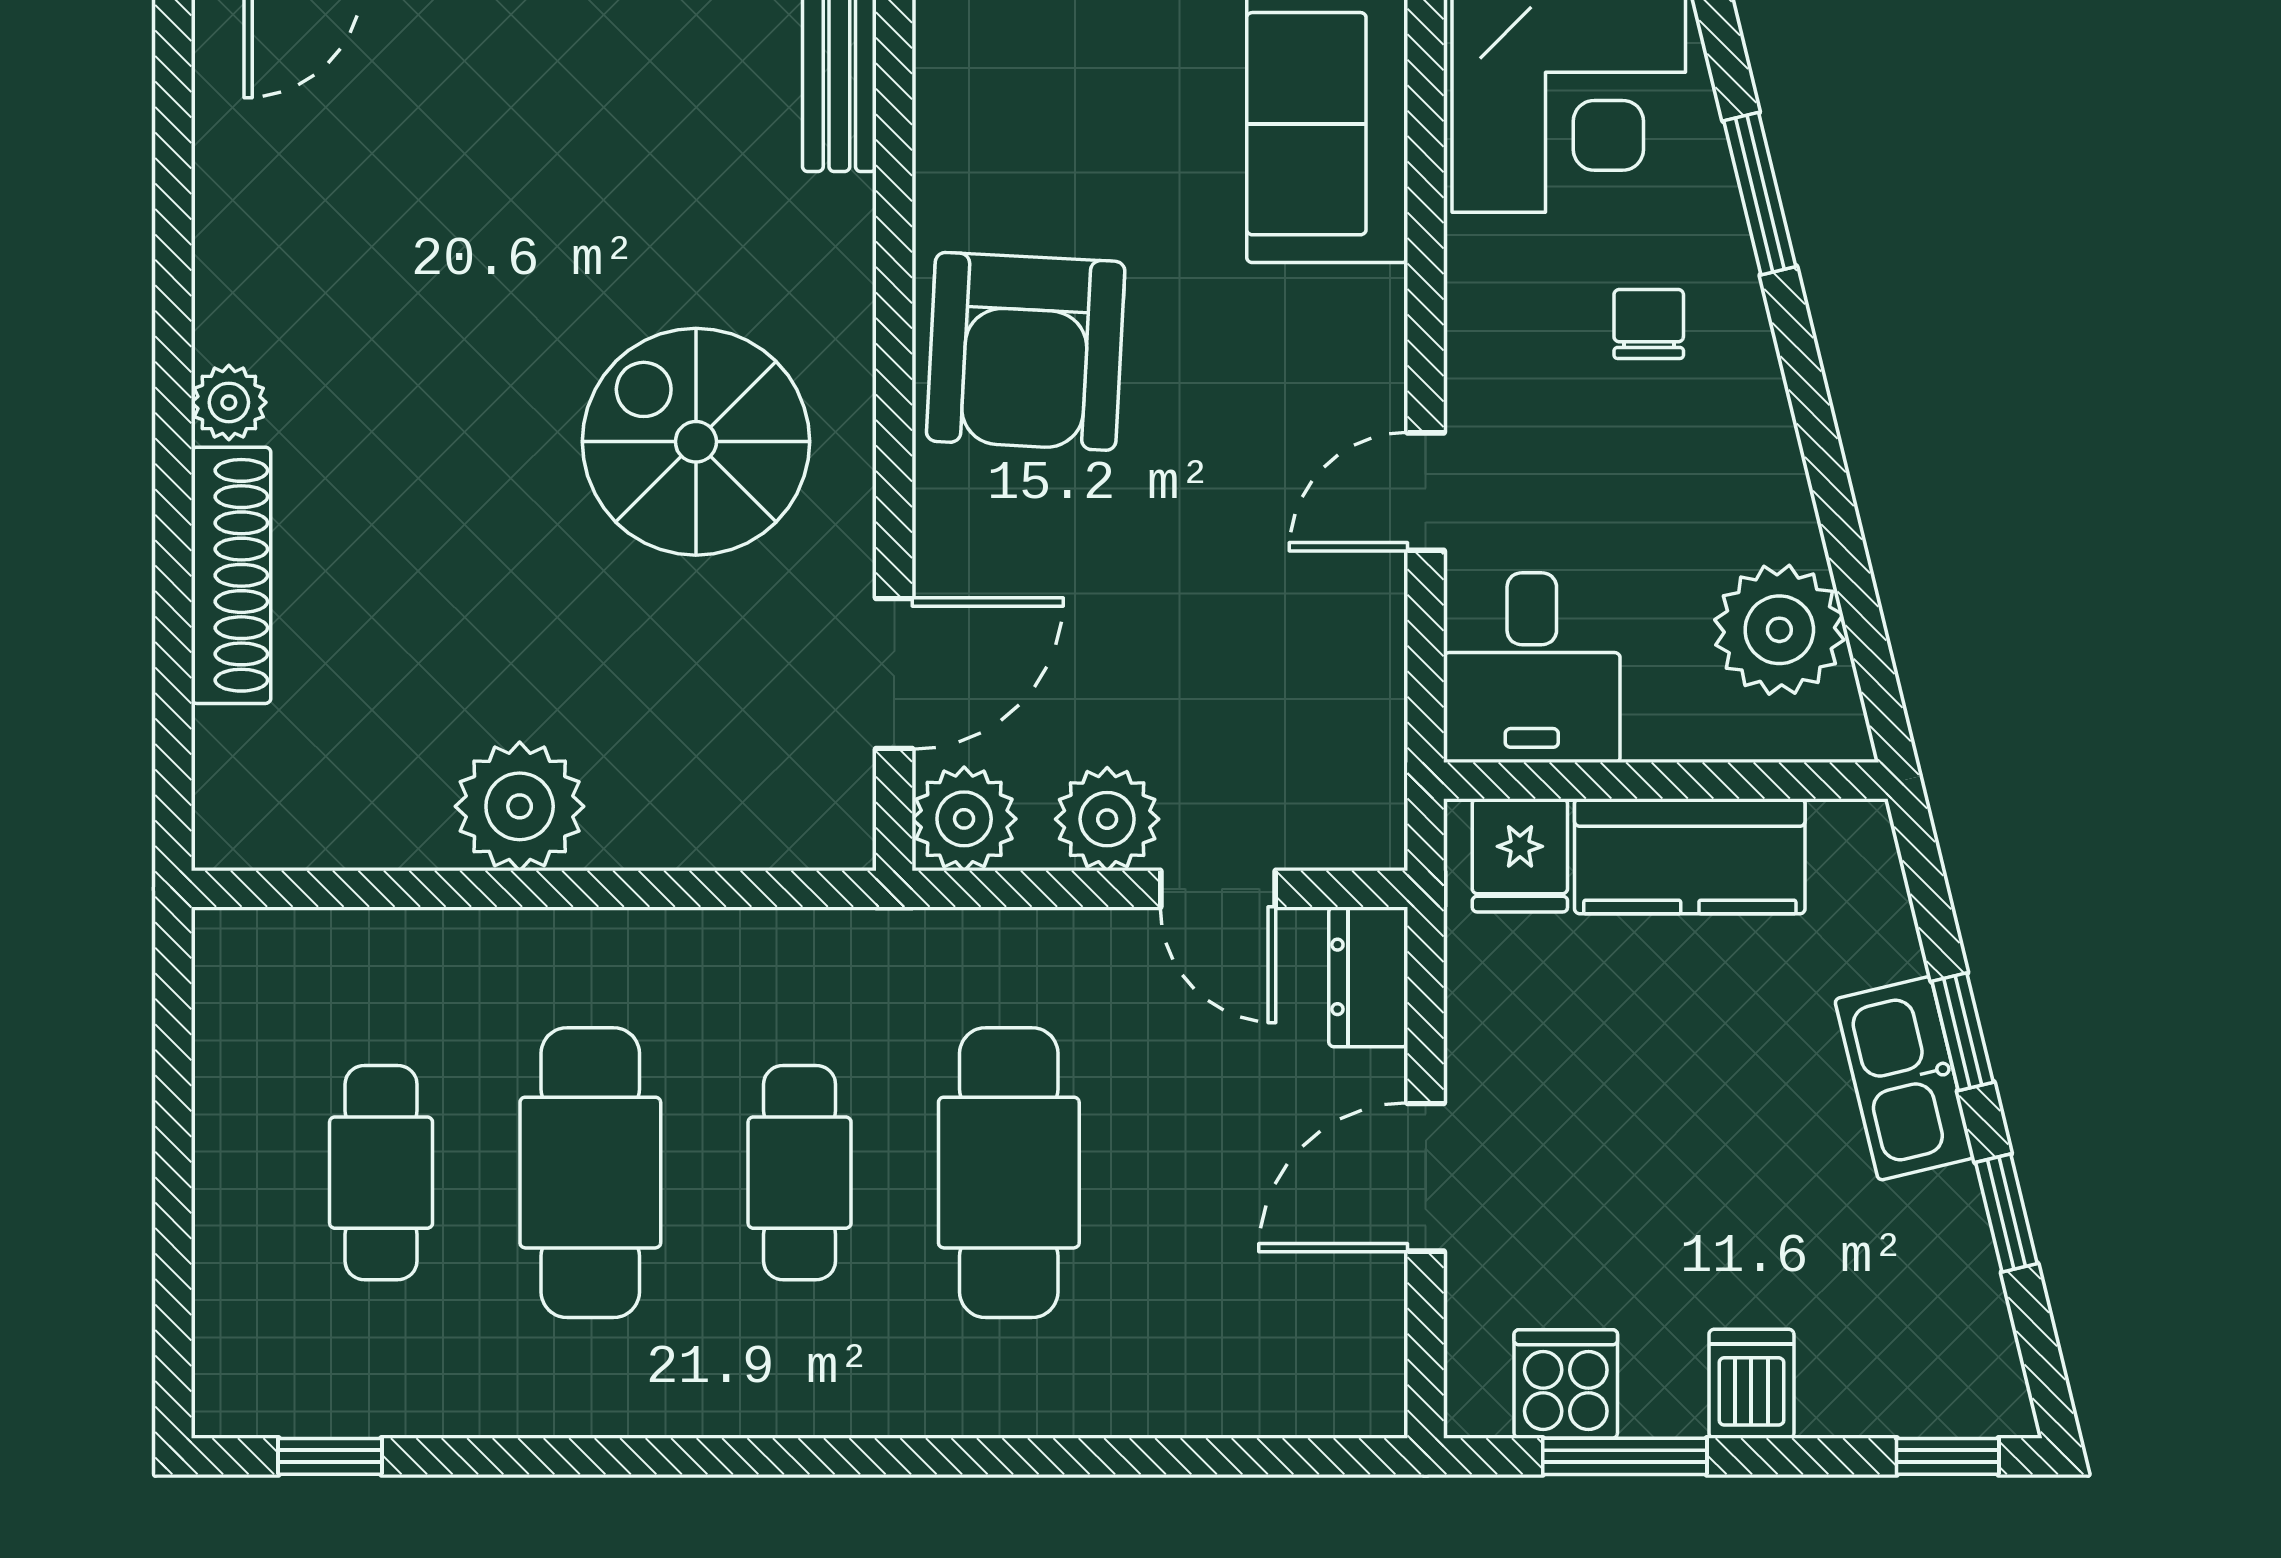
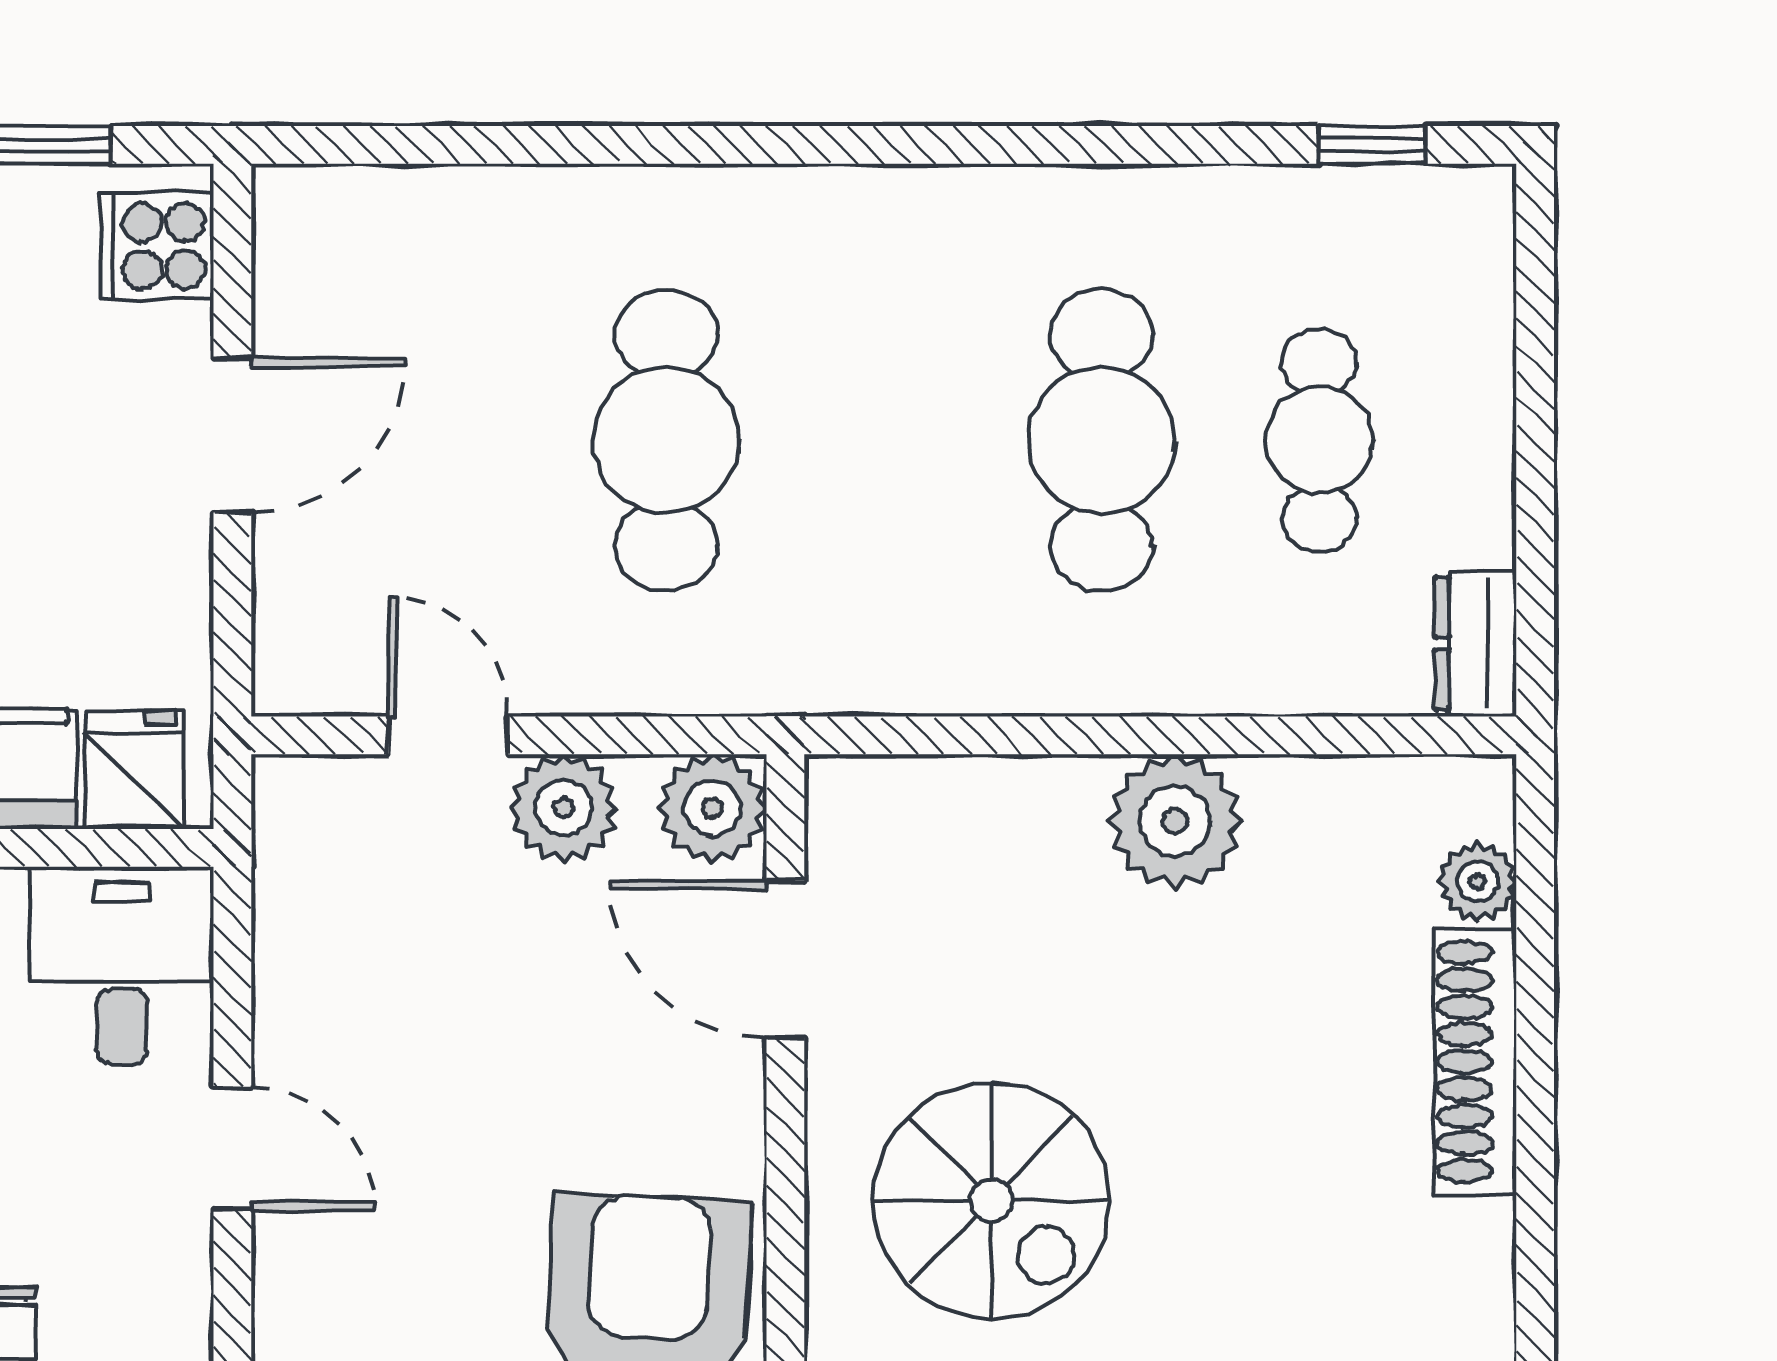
plant: (229, 402) -> (1478, 882), moved
door: (1426, 492) -> (232, 1149), hinge flipped
door: (894, 674) -> (785, 959), hinge flipped
dresser: (1368, 977) -> (1475, 644), moved, turned 180
cafe table: (800, 1173) -> (884, 440), removed
cooker: (1566, 1384) -> (157, 246), moved, turned 90

